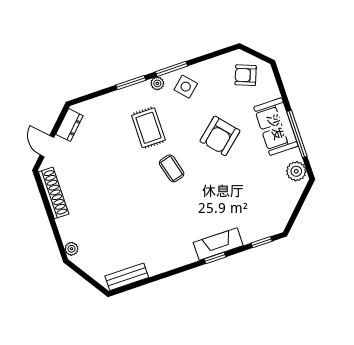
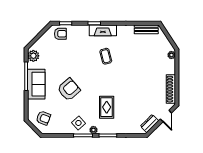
coffee table: (172, 168) -> (106, 56), moved
armchair: (264, 222) -> (60, 34), added
fireplace: (218, 244) -> (103, 30), moved

